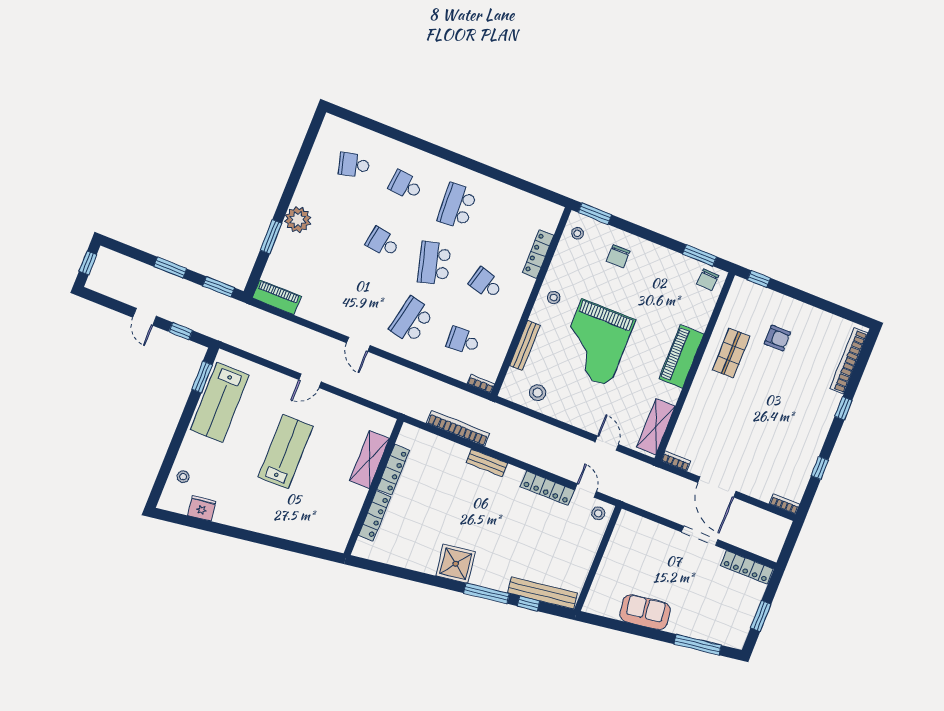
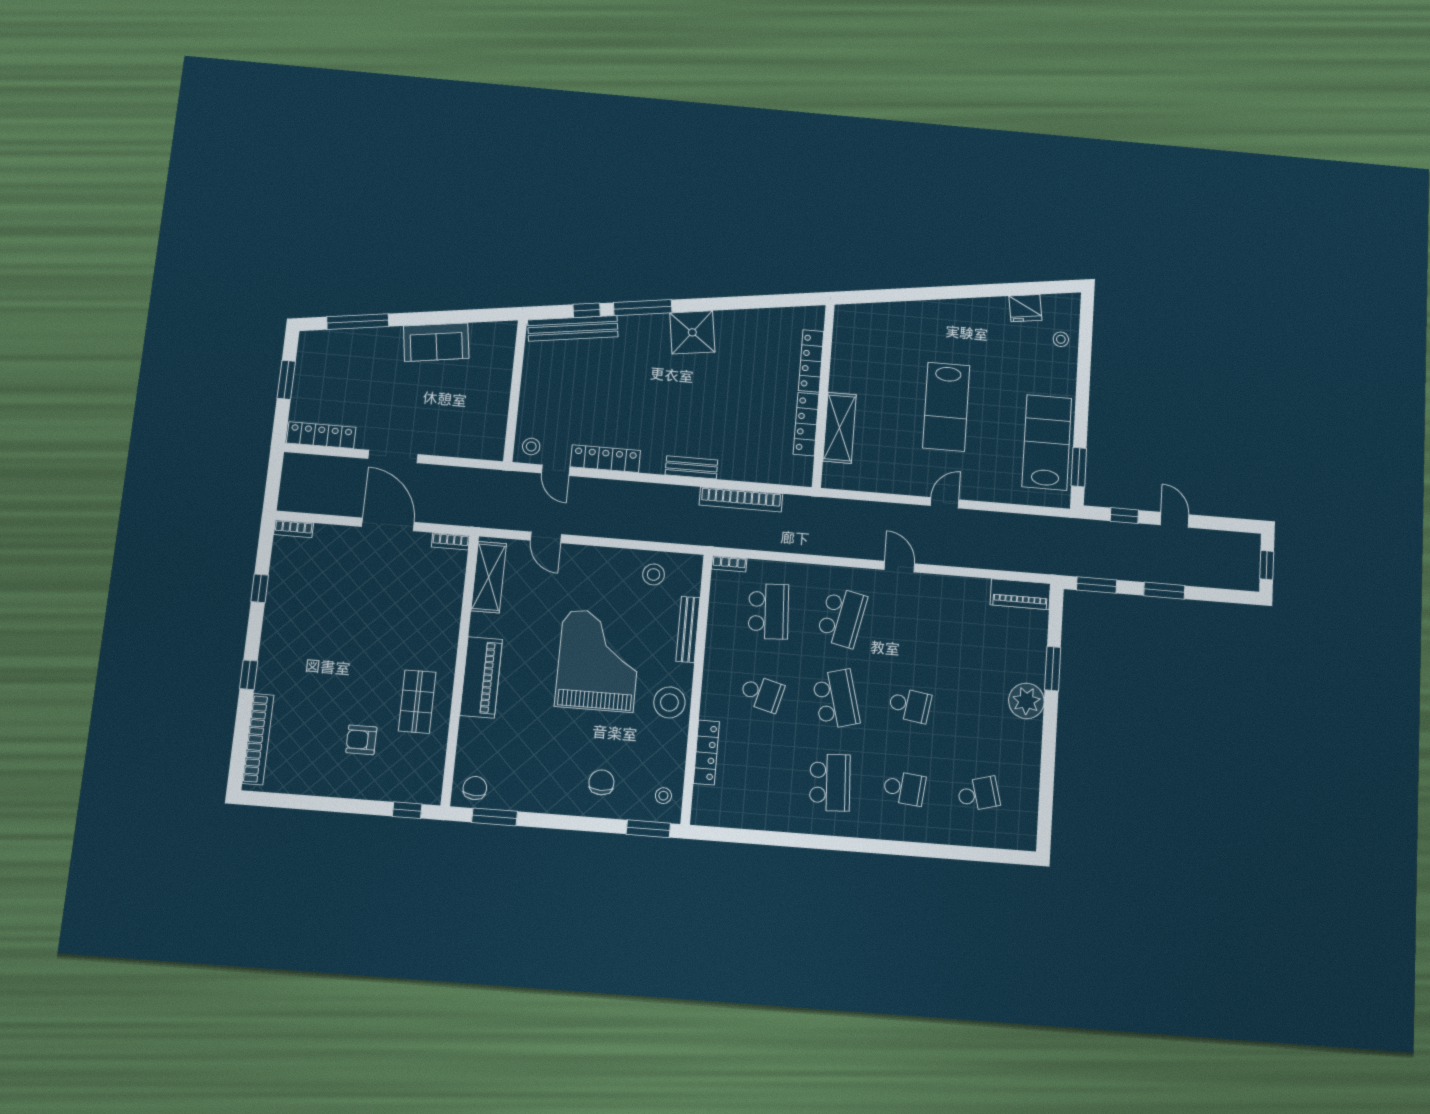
stool: (554, 298) -> (669, 702), width x1.89, depth x1.89
school desk: (463, 341) -> (768, 611), width x1.85

